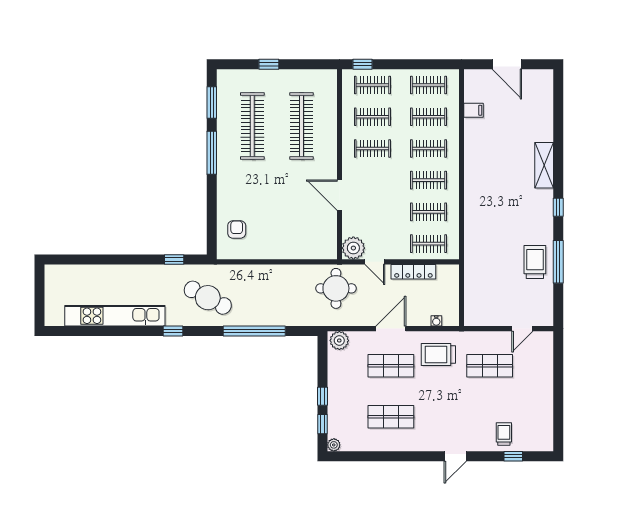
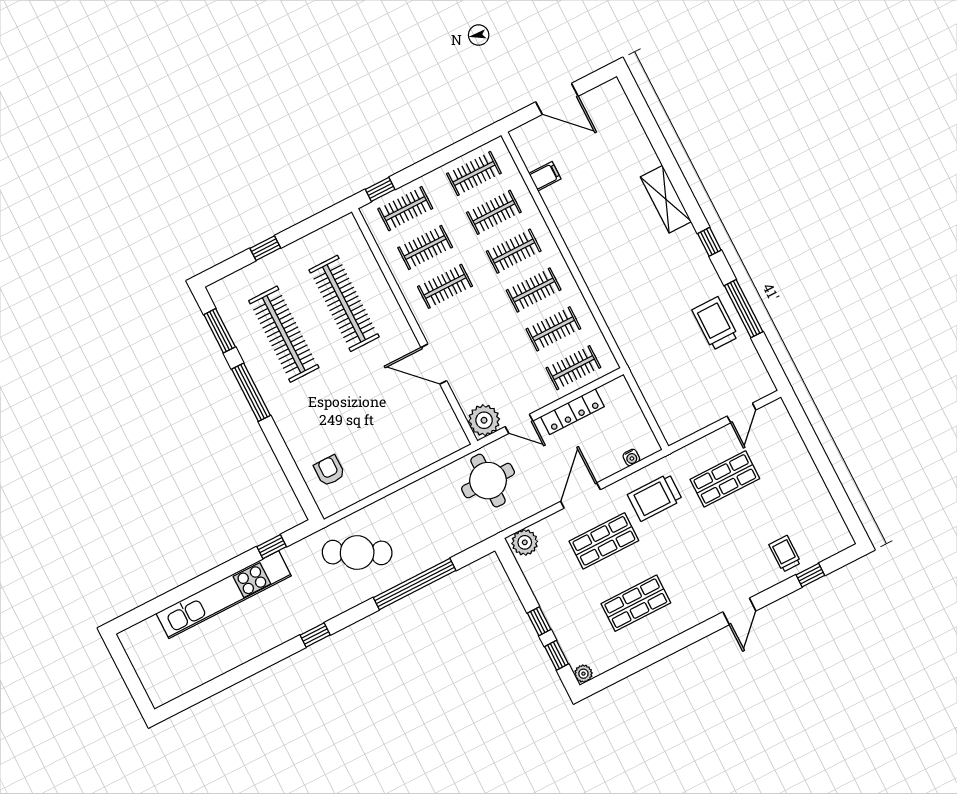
cafe table: (208, 298) -> (357, 552), moved
kitchen unit: (115, 316) -> (224, 595), moved, turned 180

